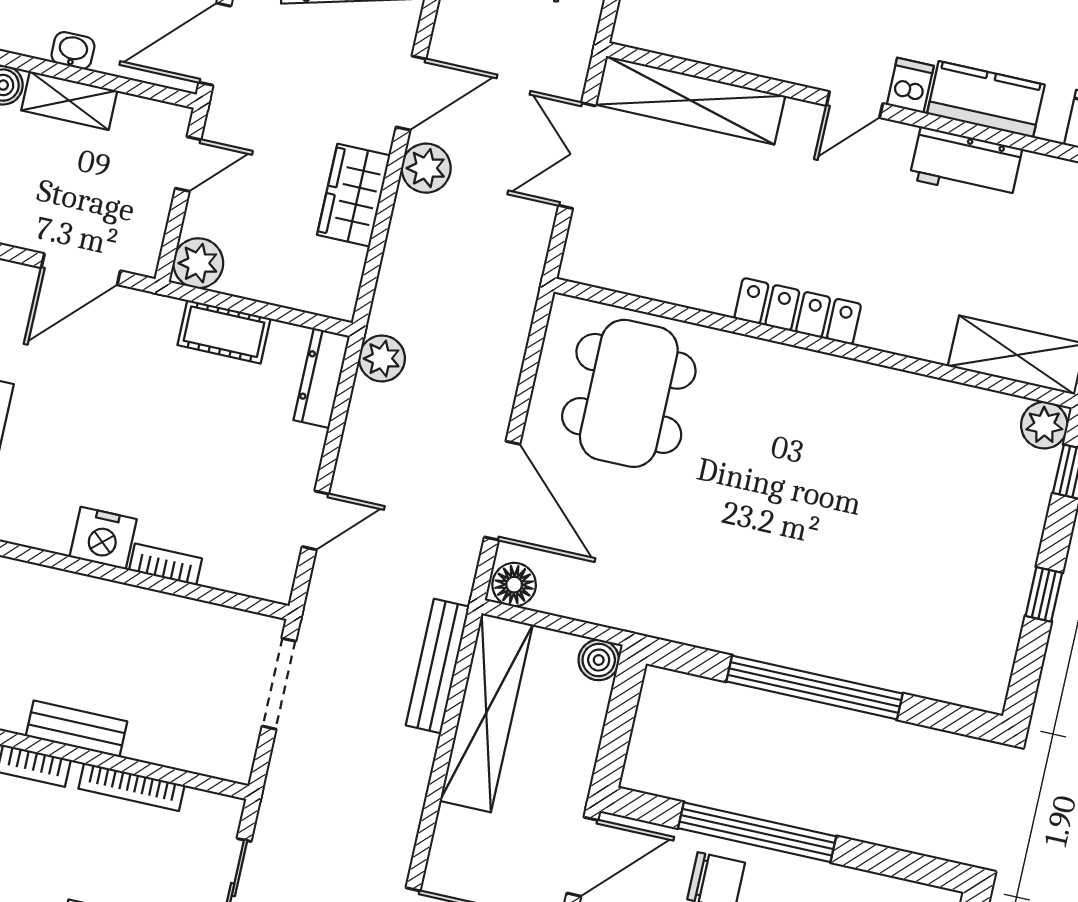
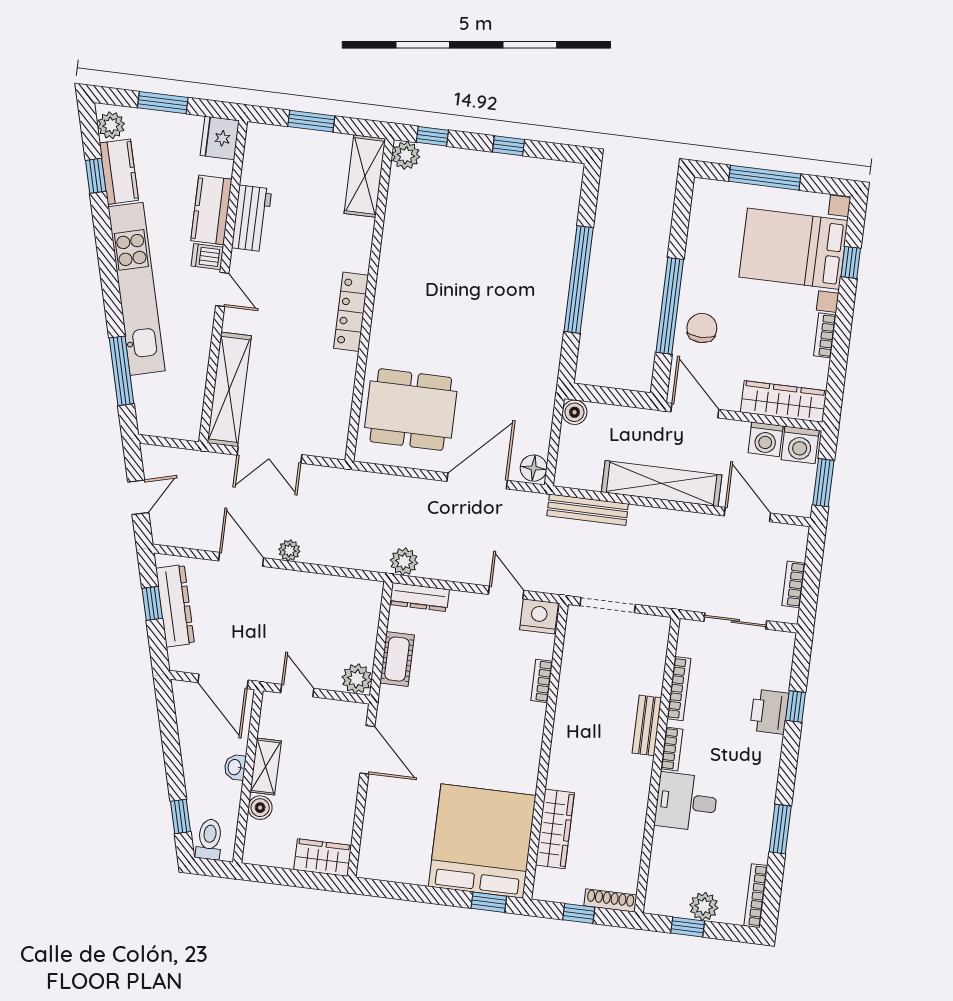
plant: (426, 168) -> (289, 550), width x0.73, depth x0.73
wardrobe: (354, 195) -> (306, 588), removed
nightstand: (103, 538) -> (539, 616), moved, turned -90
shelving: (486, 713) -> (662, 484), moved

